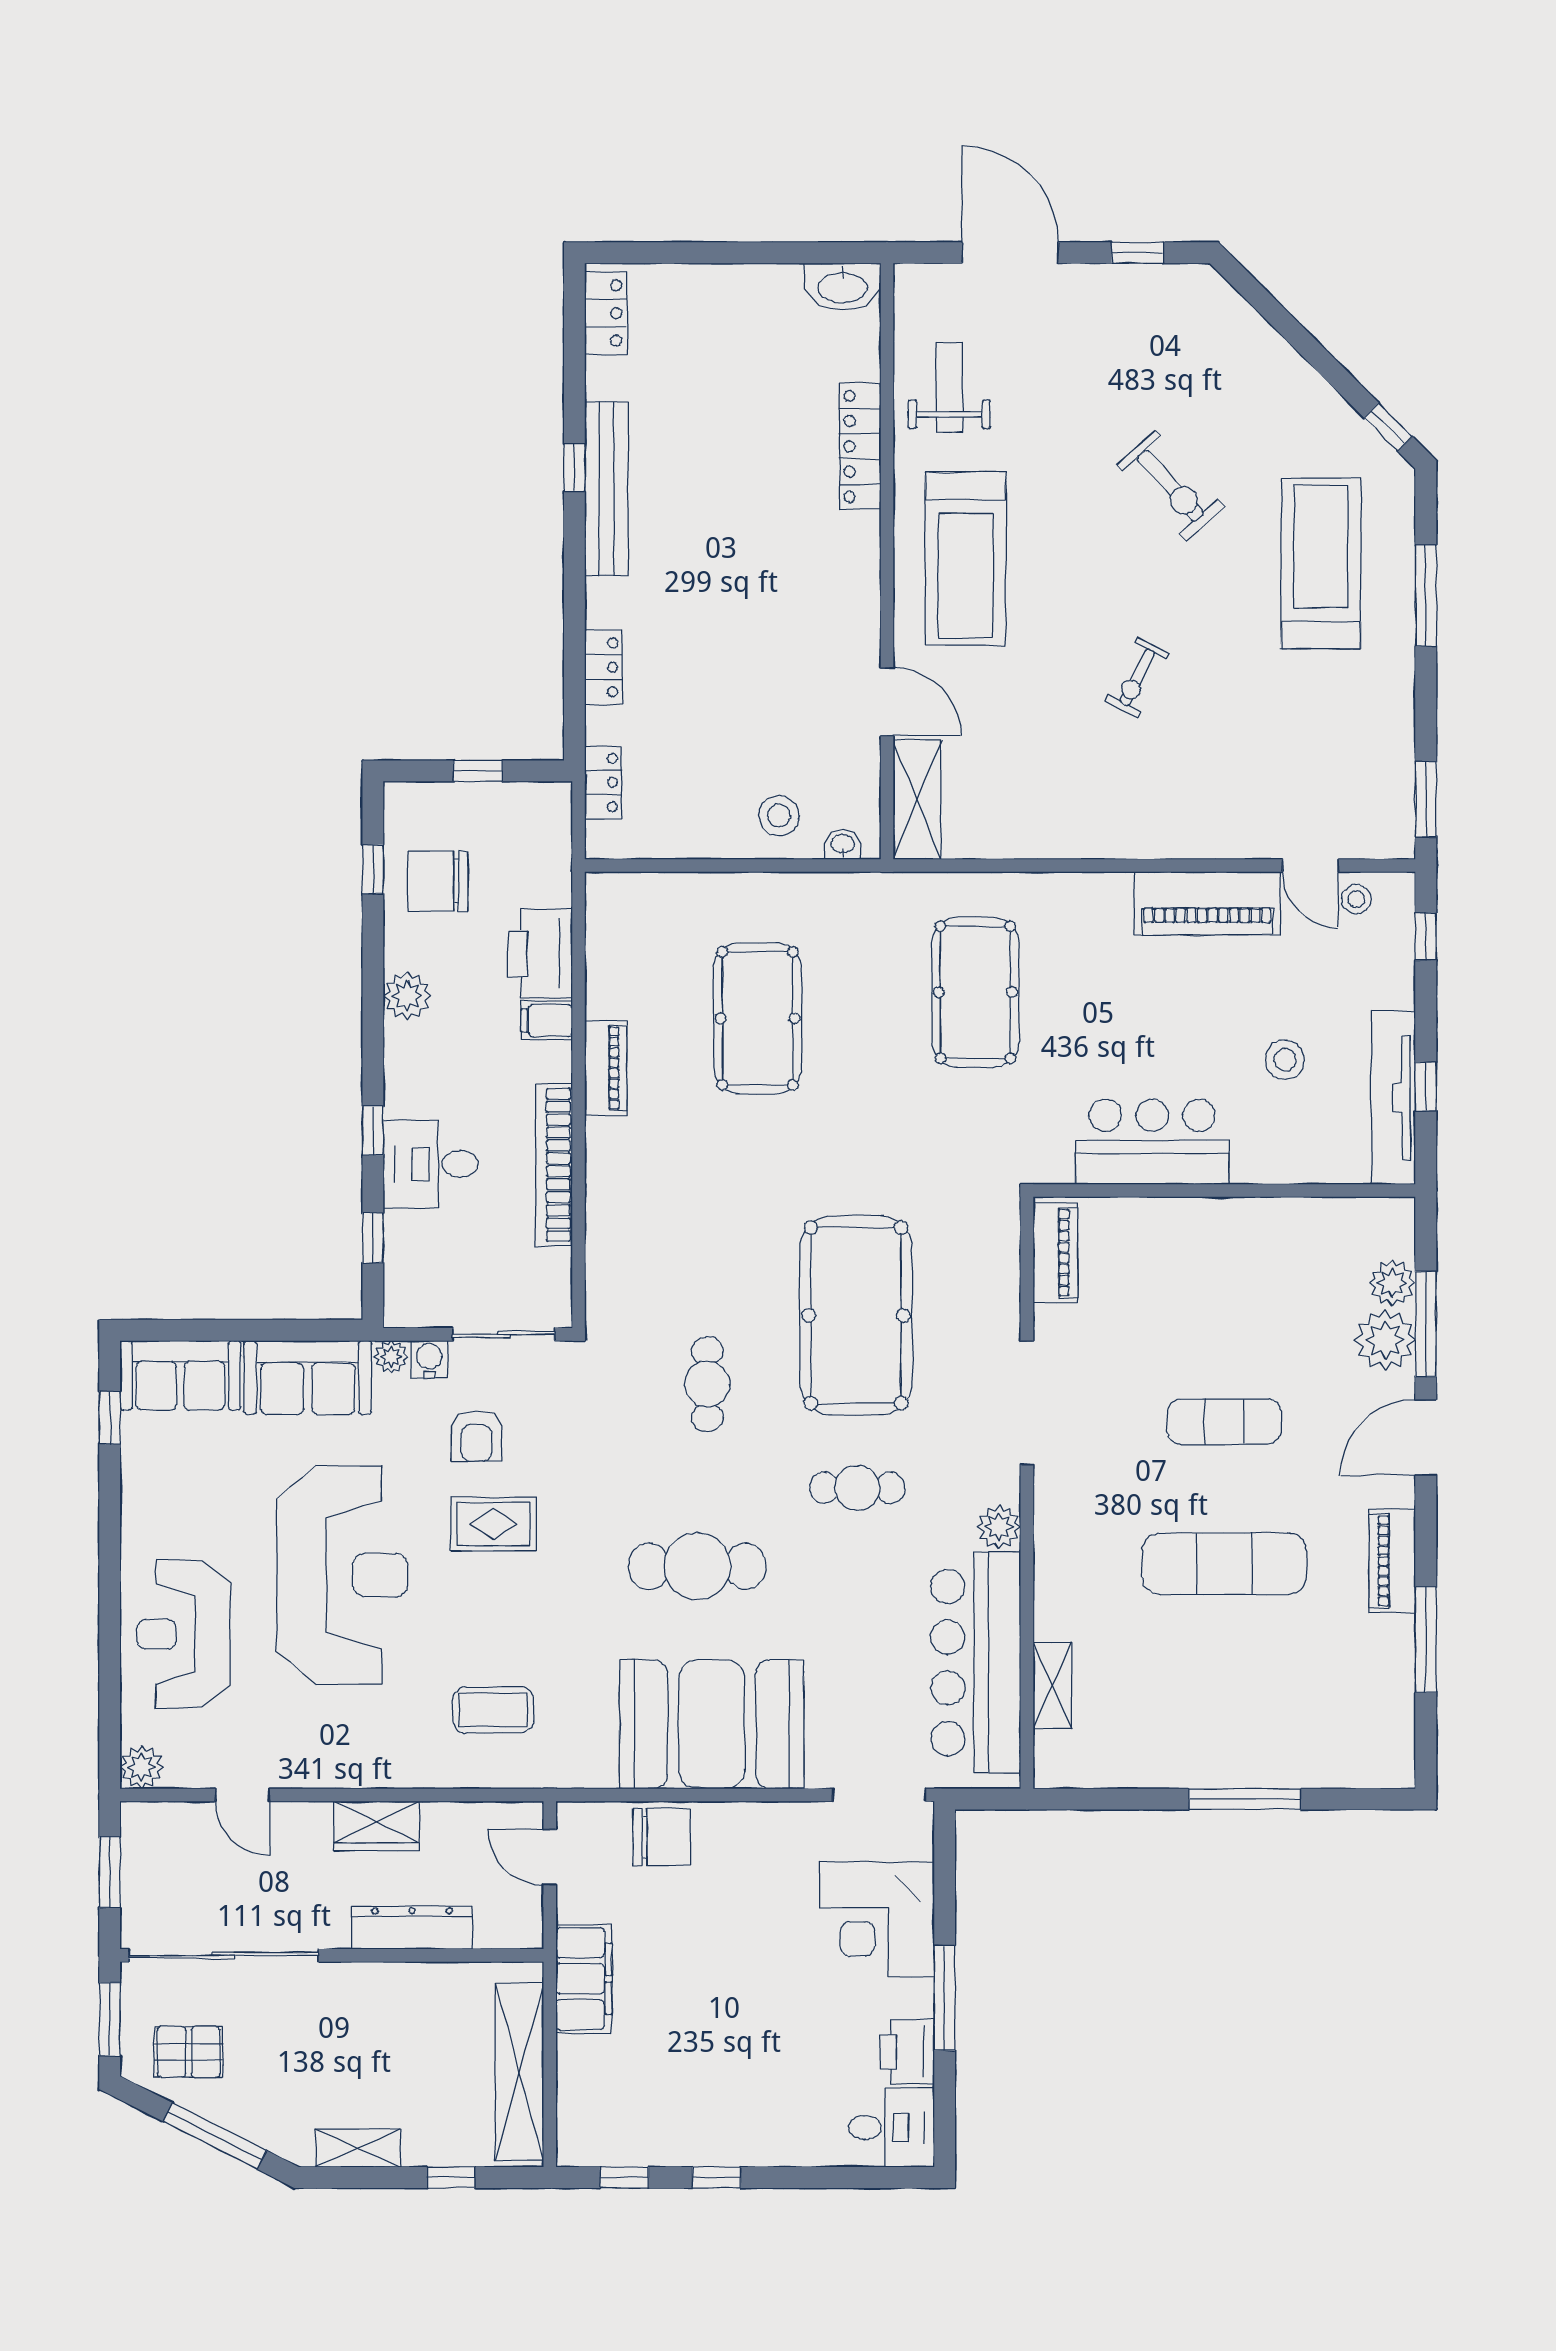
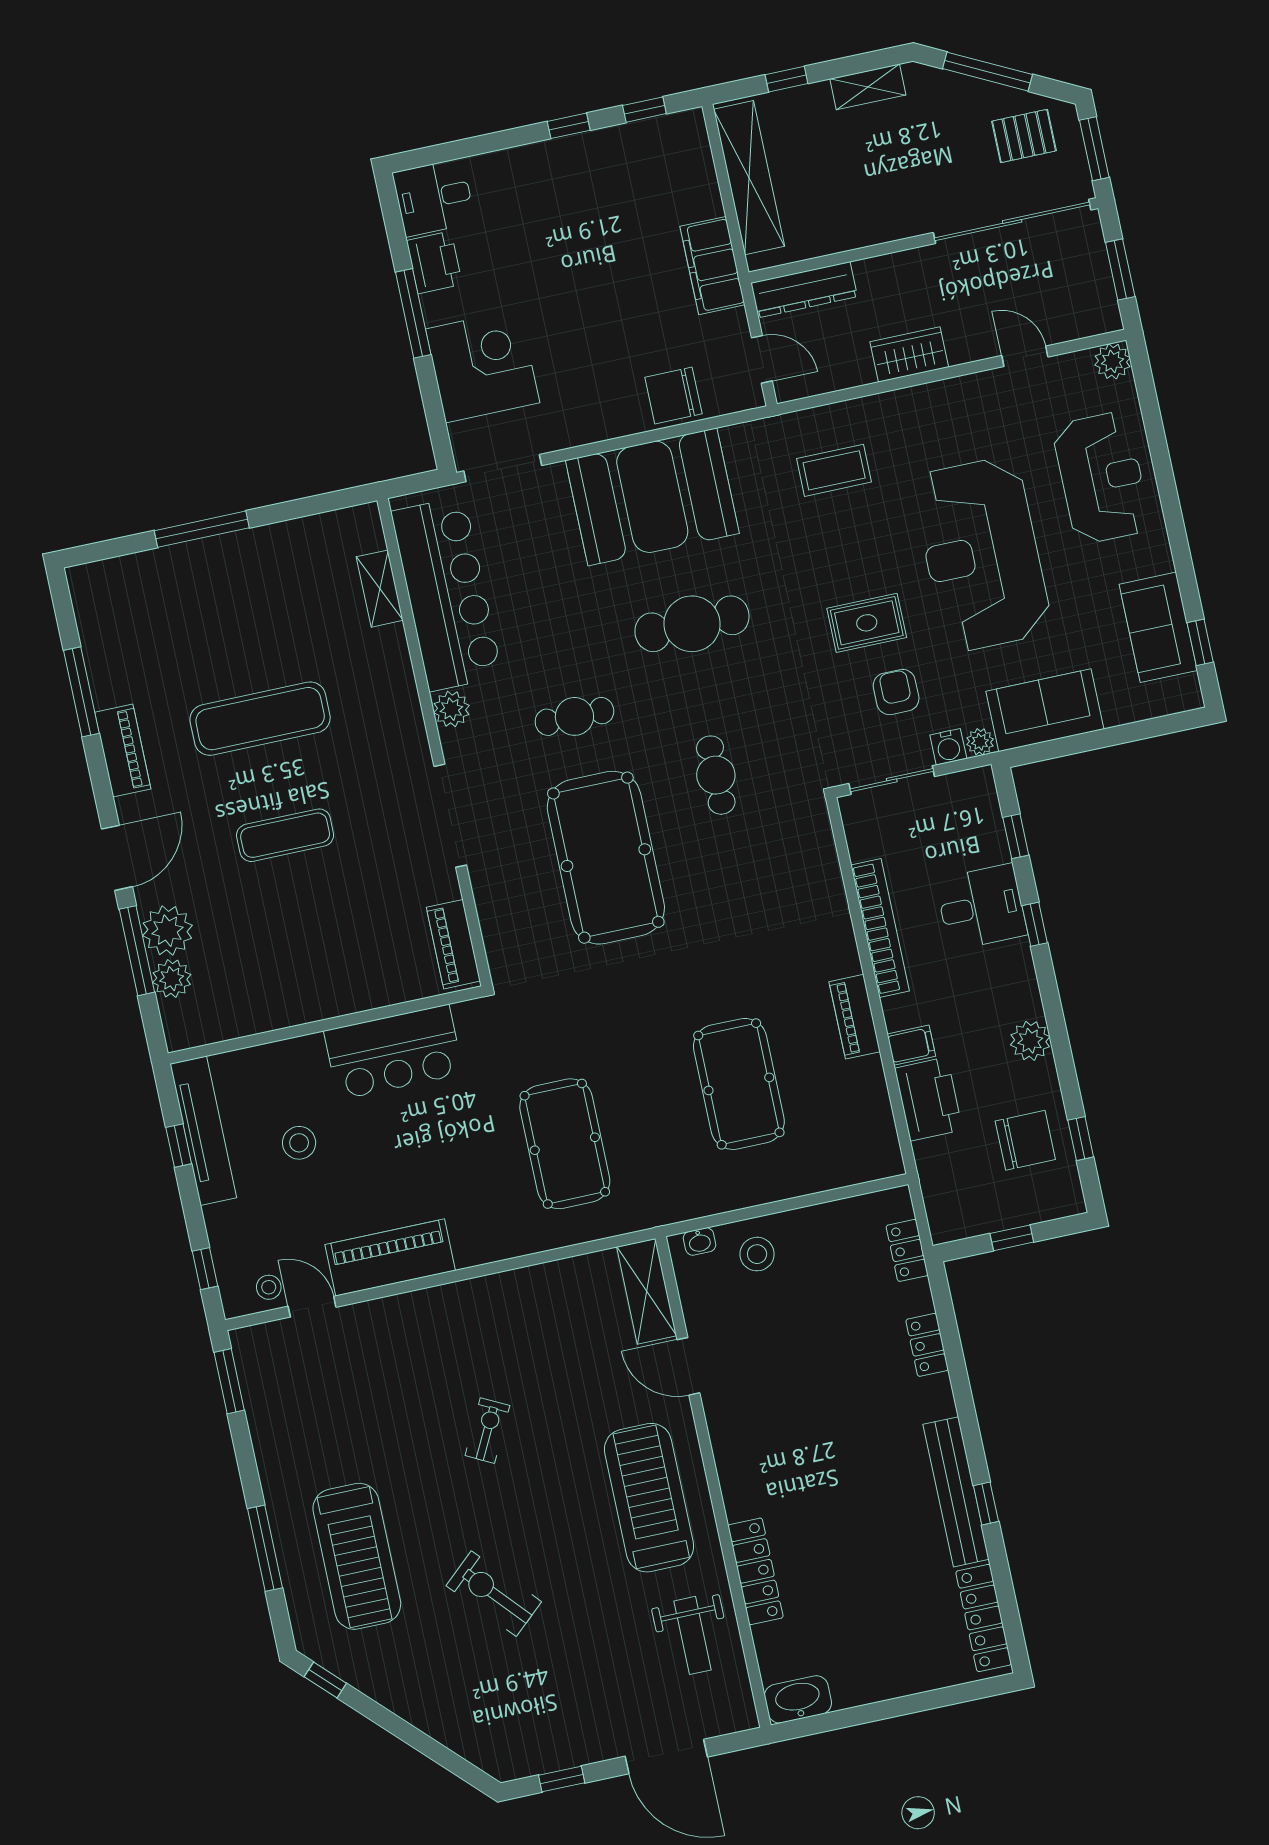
locker: (606, 313) -> (984, 1618), width x1.53
sofa: (180, 1375) -> (1158, 627), moved, turned -90
dresser: (412, 1928) -> (804, 290), moved

